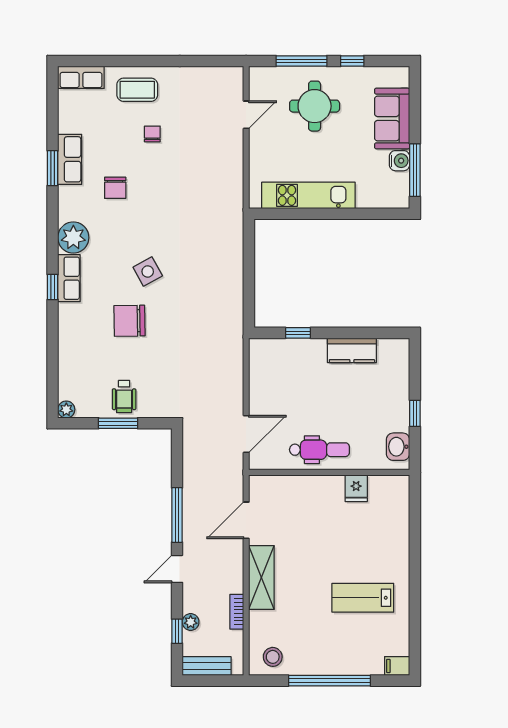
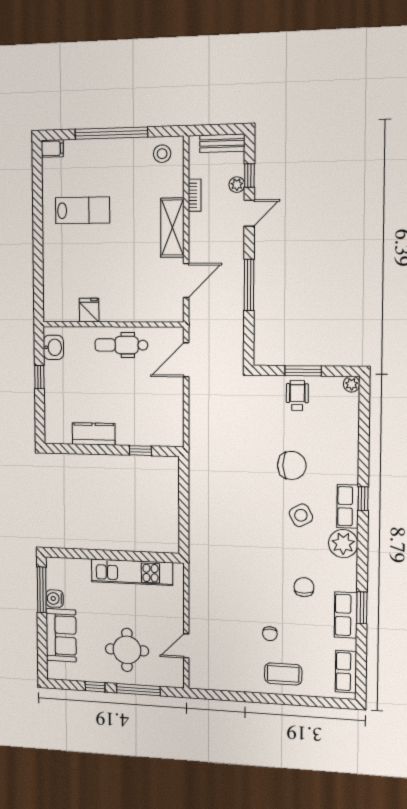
row of seats: (81, 77) -> (346, 672), moved, turned -90
side table: (148, 272) -> (301, 515), moved
door: (177, 569) -> (249, 213), moved

